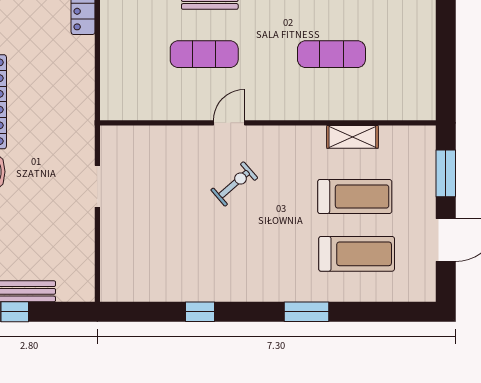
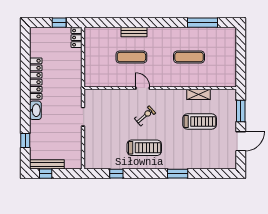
door: (229, 123) -> (143, 88), hinge flipped
treadmill: (357, 254) -> (144, 148), moved
window: (200, 312) -> (116, 174), moved

